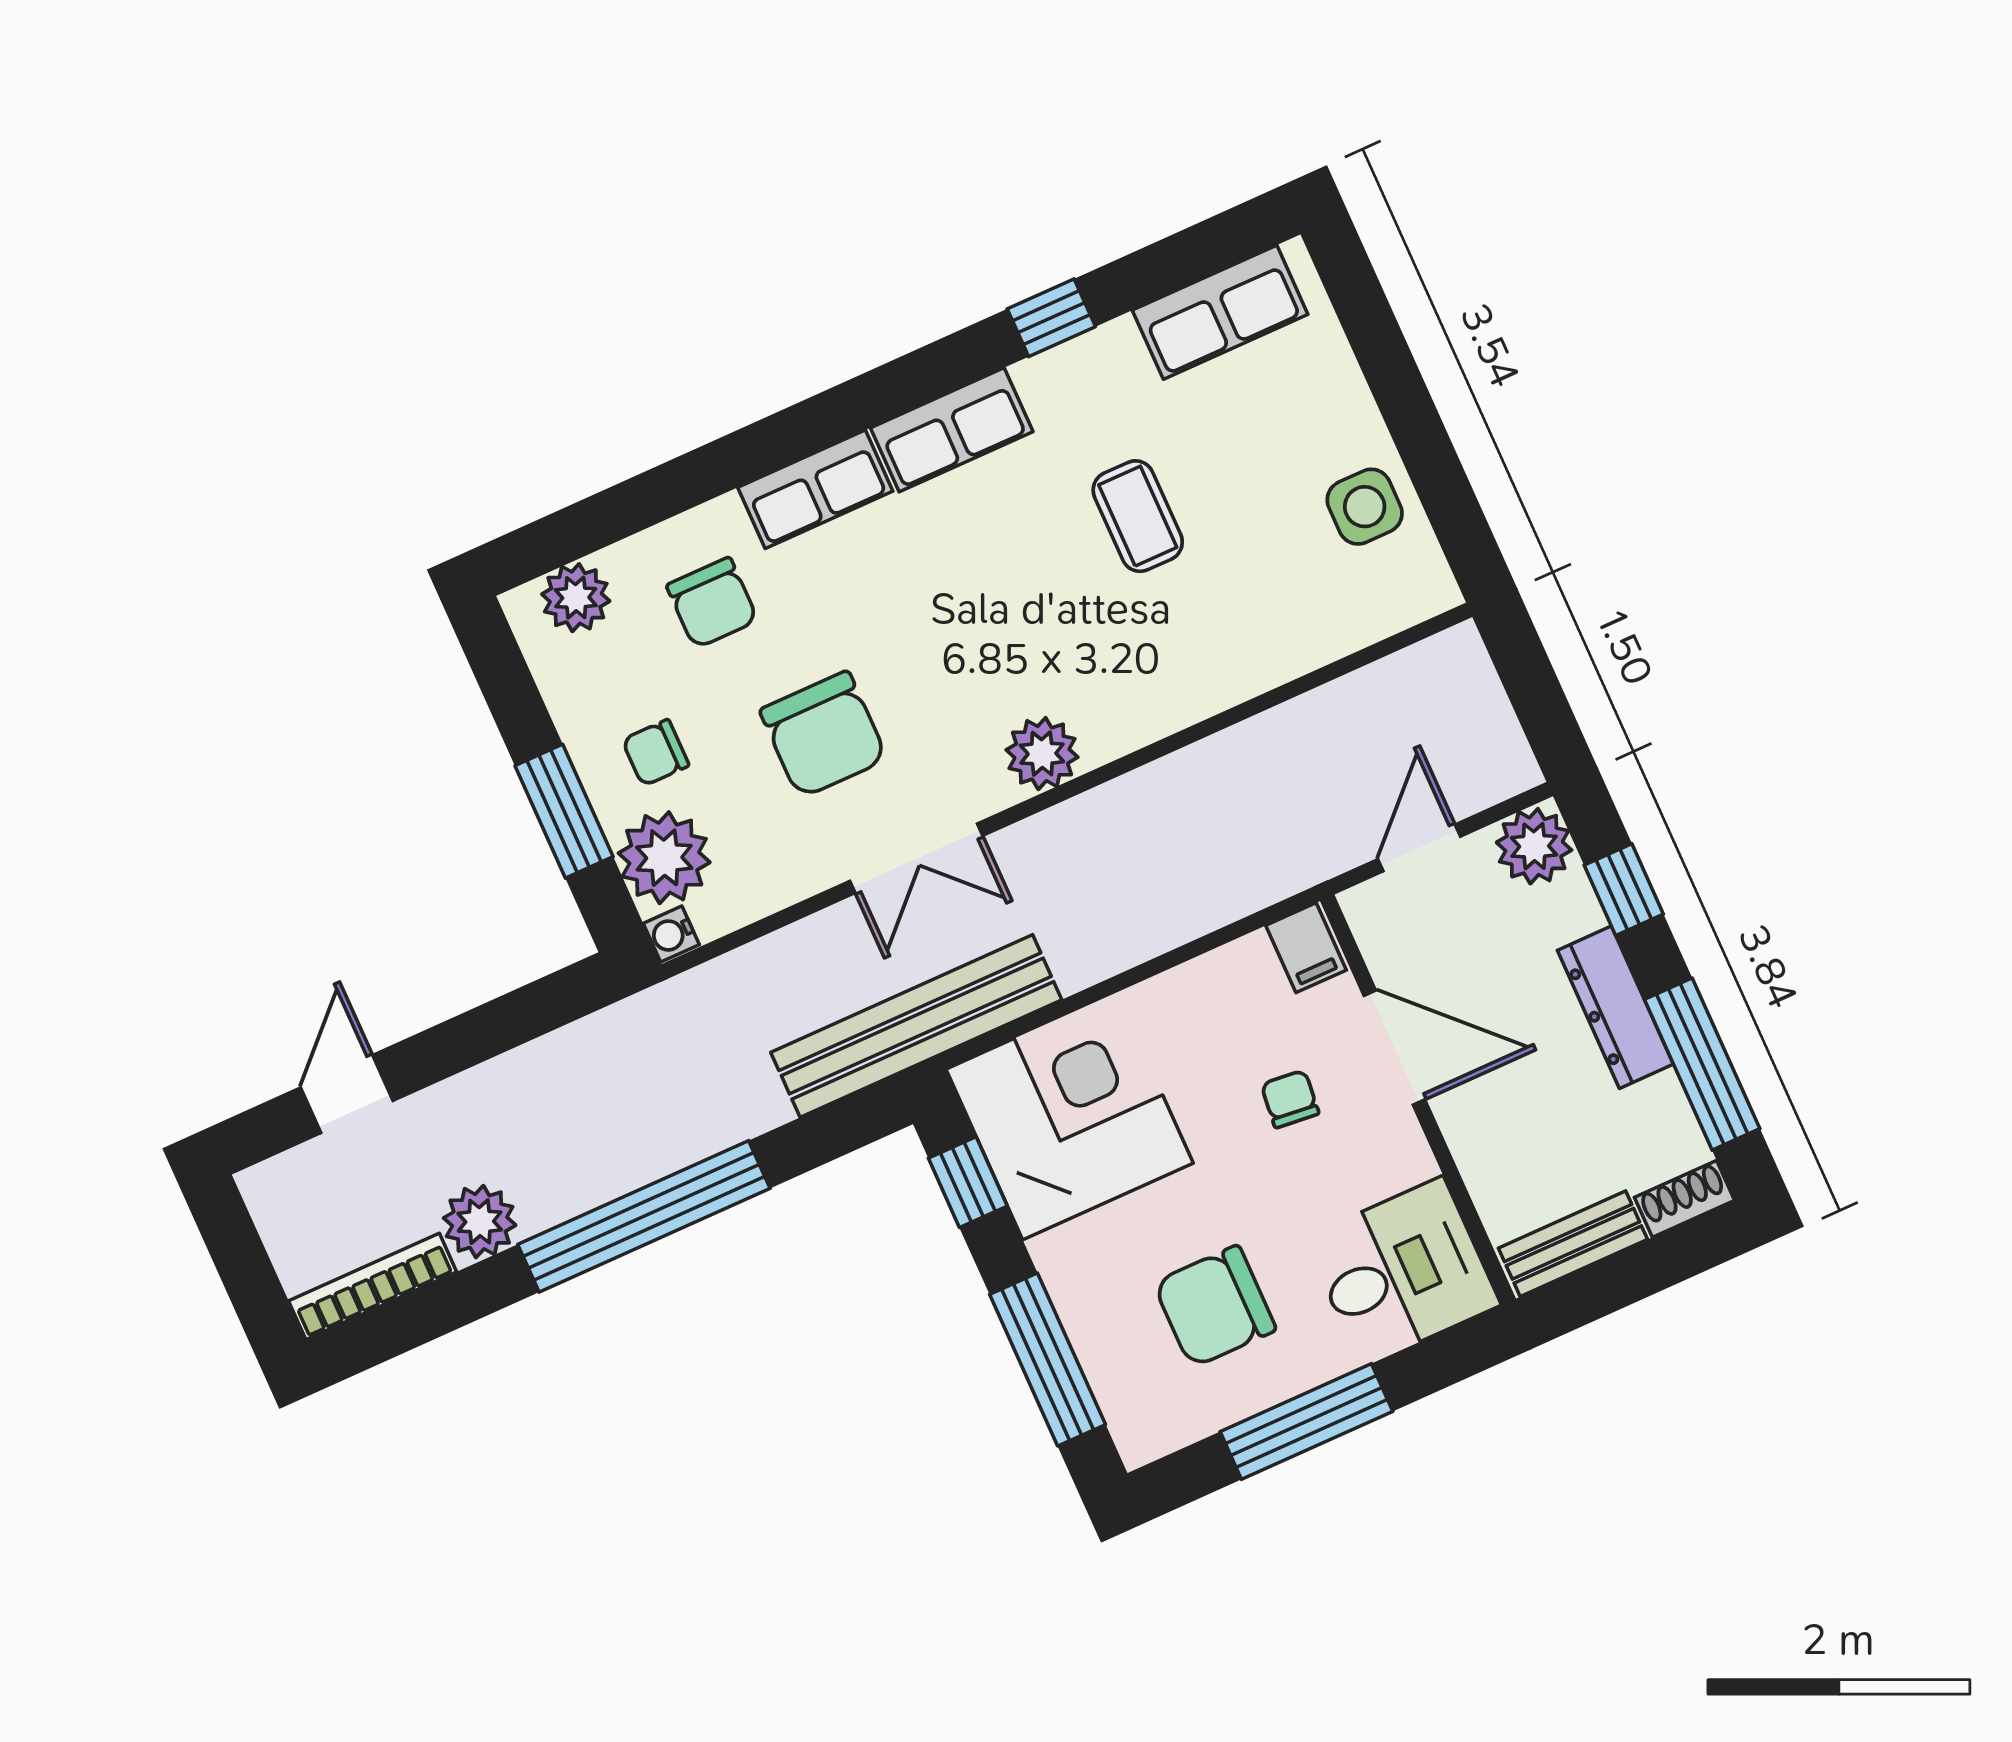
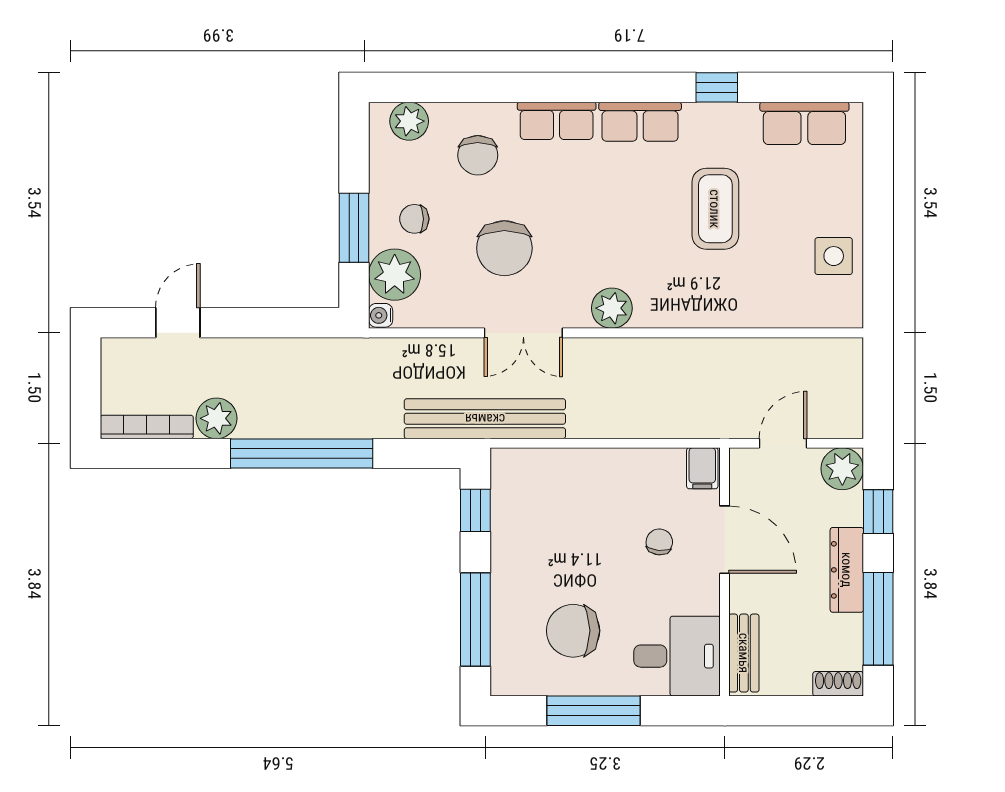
coffee table: (1138, 516) -> (715, 209), width x1.36, depth x1.30
corner desk: (1070, 1116) -> (543, 500), removed
bench: (1573, 1244) -> (744, 653), moved, turned 90

